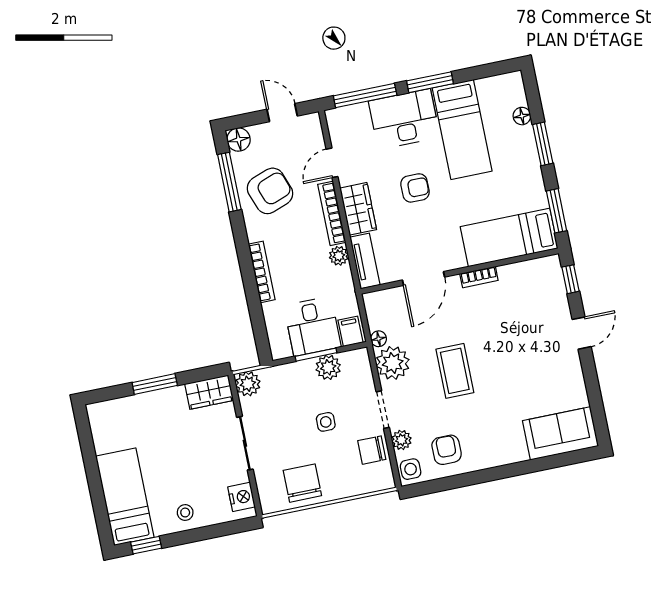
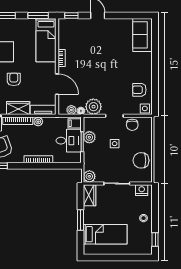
coffee table: (455, 371) -> (103, 78), removed
plant: (401, 440) -> (71, 110), moved
bed: (125, 497) -> (105, 234), moved, turned 180

